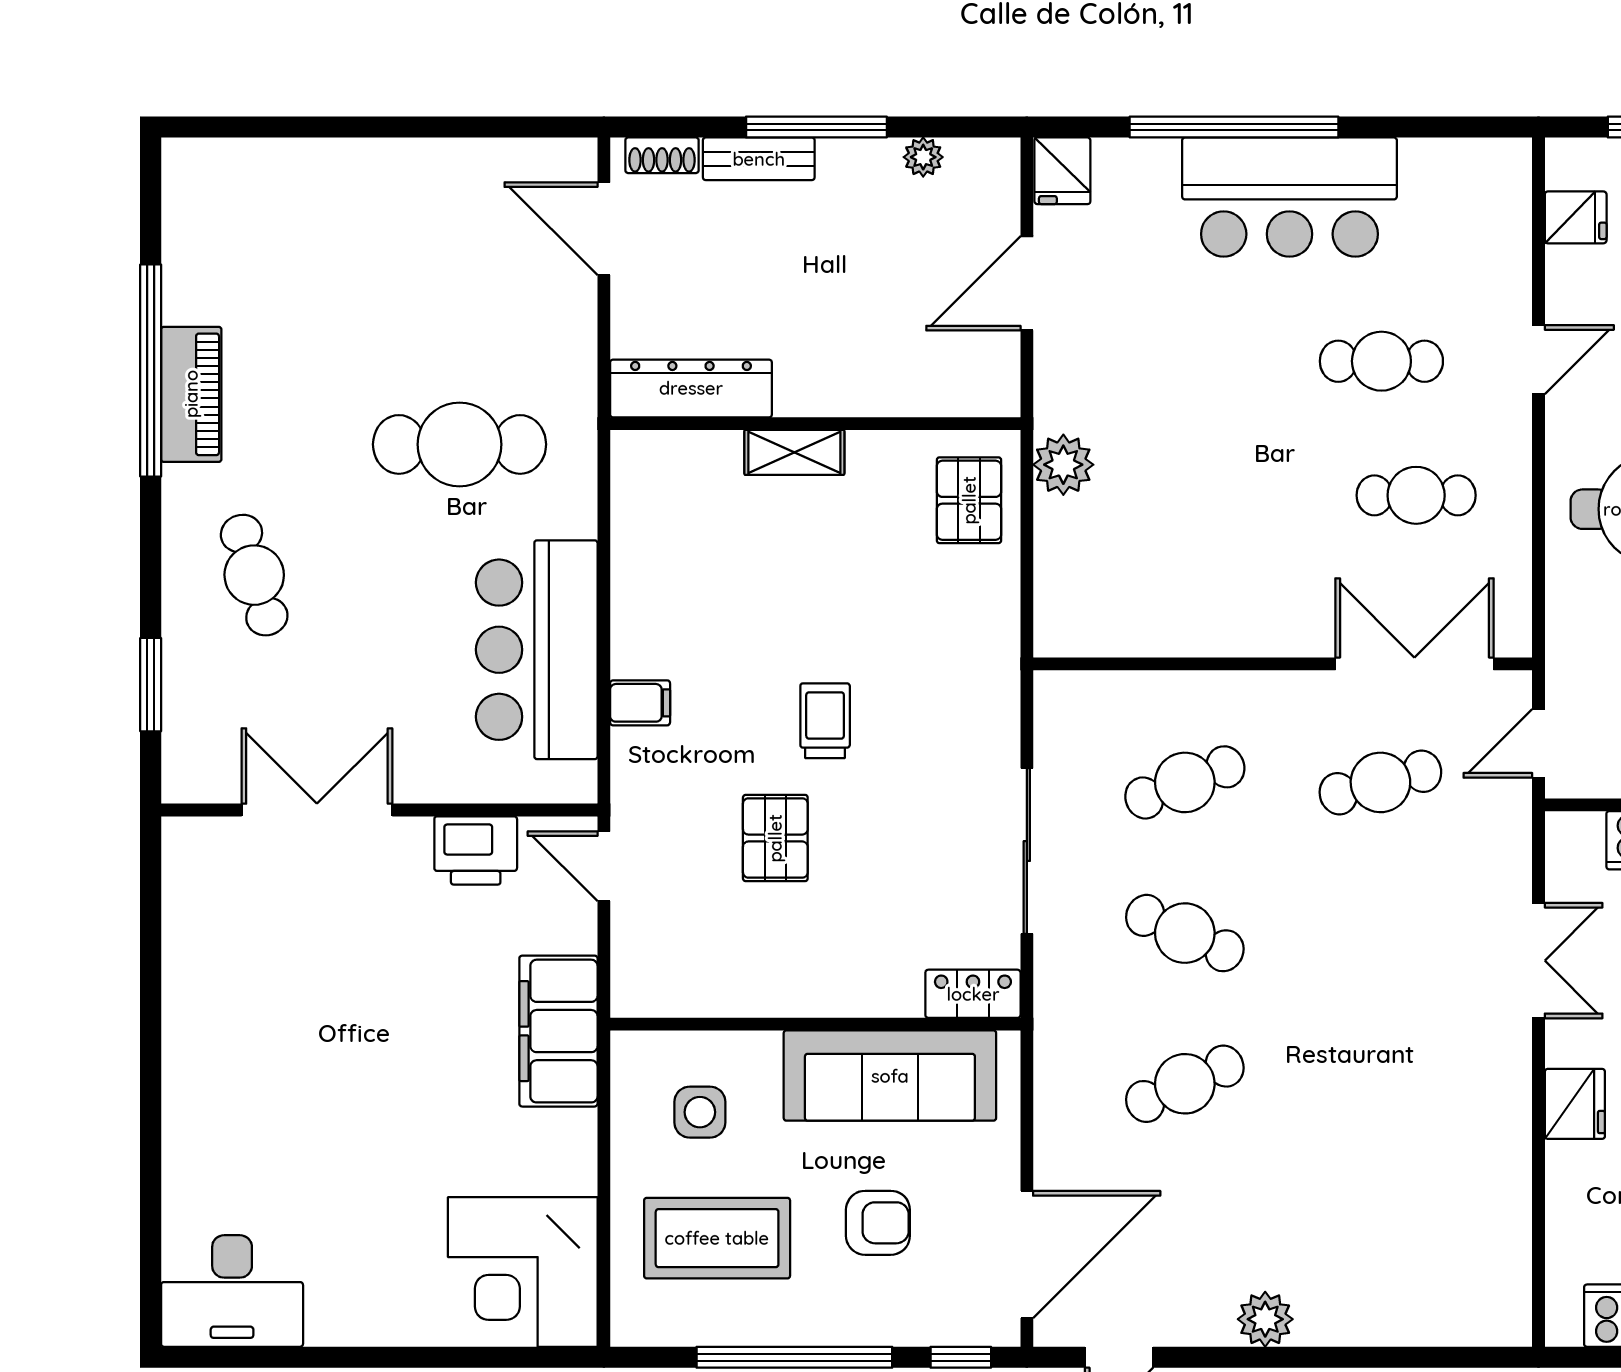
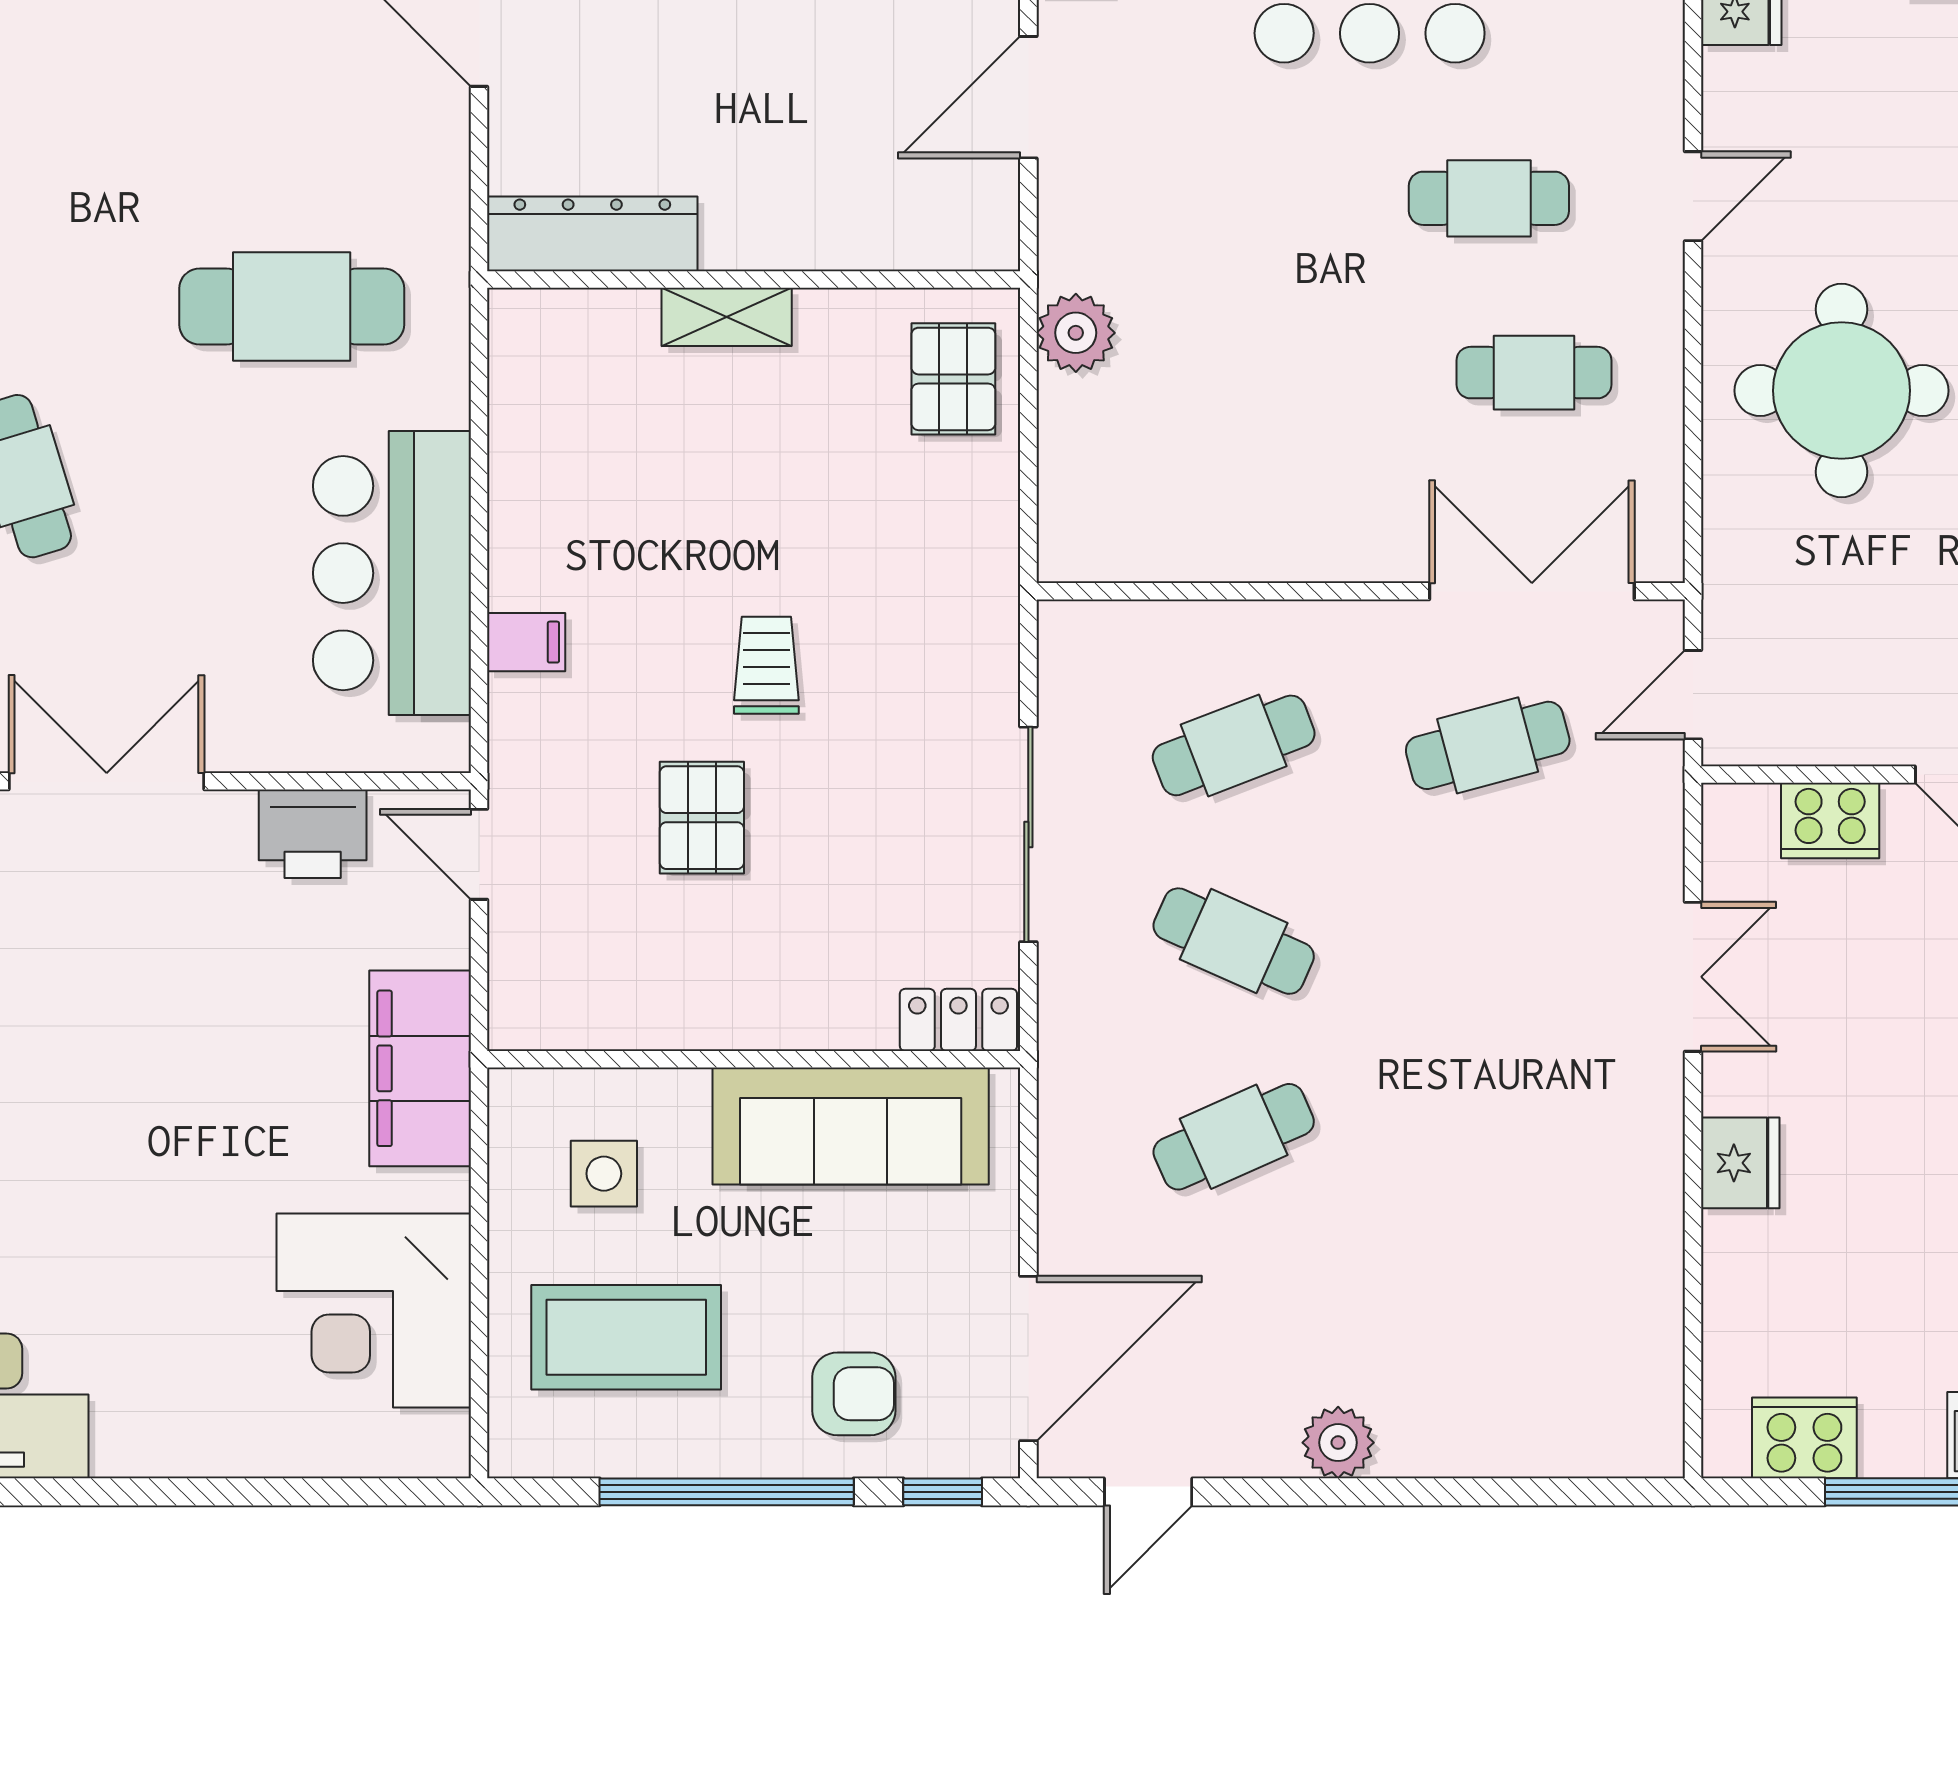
armchair: (878, 1223) -> (854, 1394), moved
corner desk: (523, 1272) -> (374, 1310), moved

